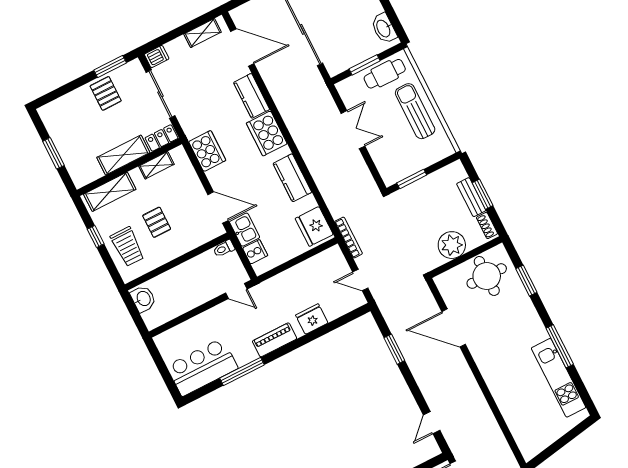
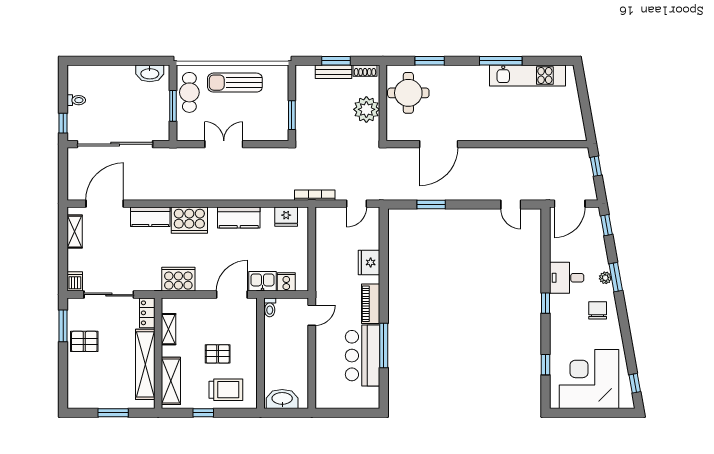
shelving: (123, 155) -> (145, 364), width x1.47
fridge: (314, 226) -> (286, 217), width x0.73, depth x0.75
washbasin: (143, 299) -> (282, 399), width x1.38
bar counter: (202, 367) -> (362, 356), moved

